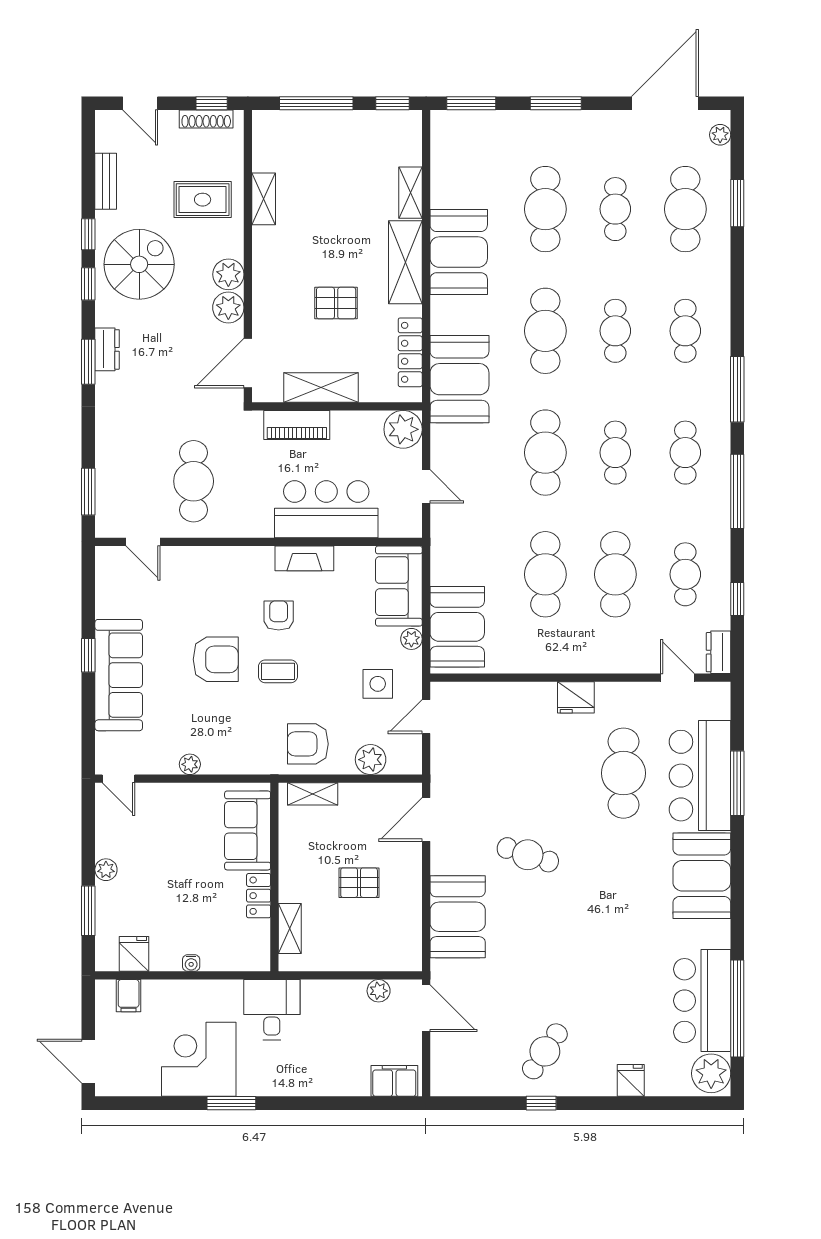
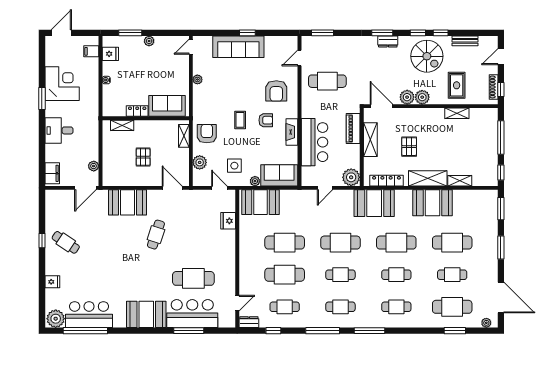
armchair: (216, 659) -> (276, 91), moved
fridge: (576, 697) -> (228, 221), moved
desk: (272, 1010) -> (59, 130), moved, turned 180

